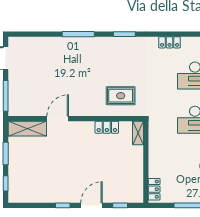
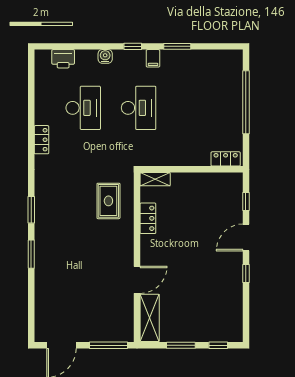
window: (78, 34) -> (31, 254), width x0.69
window: (124, 34) -> (31, 210), moved
door: (58, 119) -> (137, 280), swing flipped
door: (91, 205) -> (246, 237), hinge flipped

